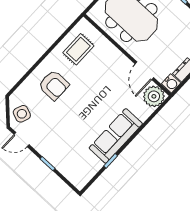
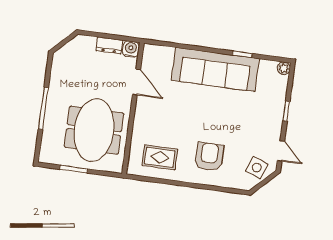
door: (144, 71) -> (137, 82), hinge flipped
plant: (154, 96) -> (284, 68), moved, width x0.53, depth x0.53
sofa: (116, 136) -> (215, 69), width x1.36, depth x1.27

